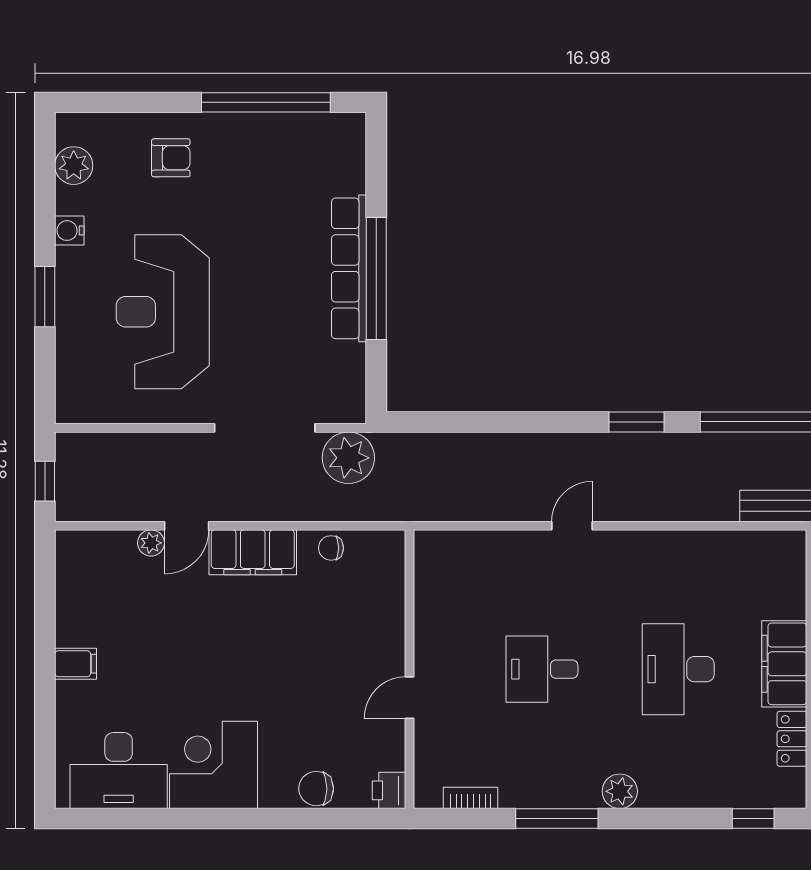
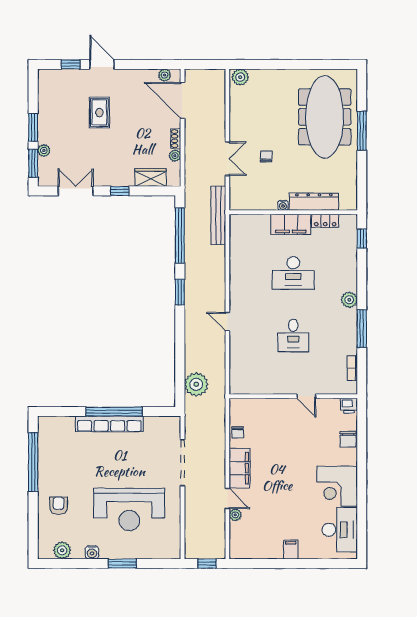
plant: (348, 458) -> (196, 384), moved

